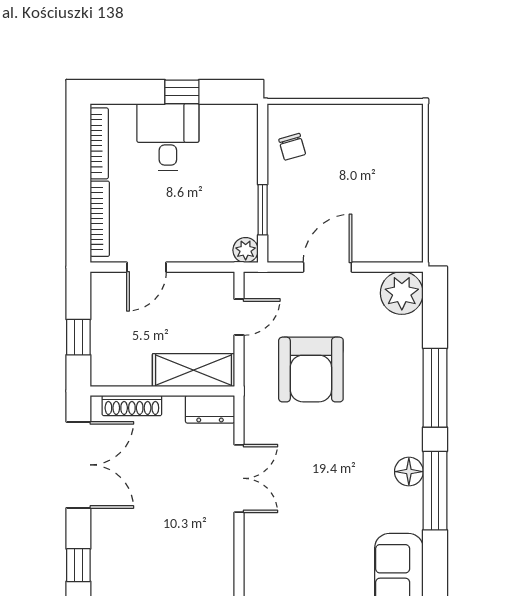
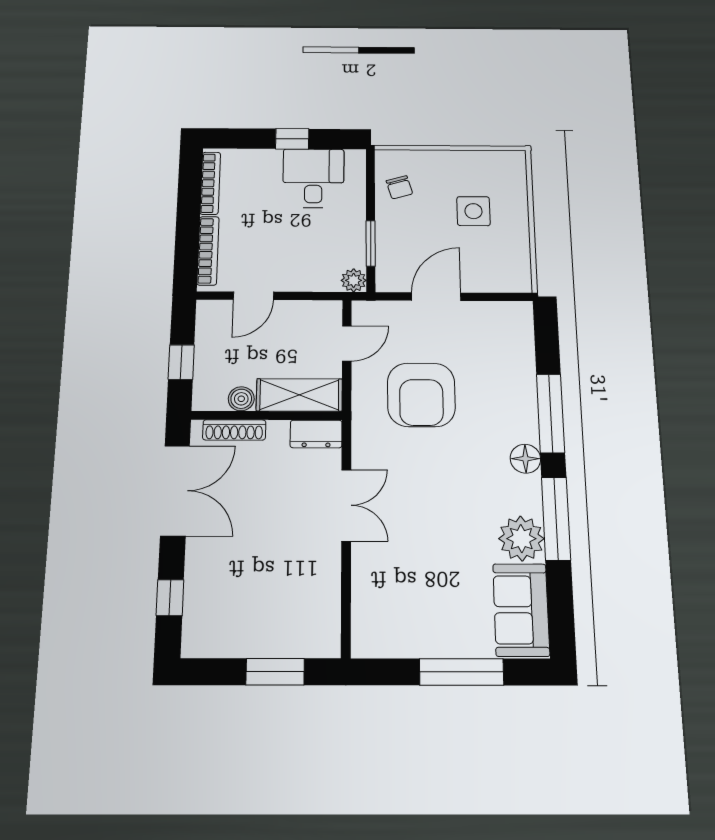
desk: (168, 137) -> (313, 178), moved
side table: (367, 173) -> (473, 211), added
plant: (402, 293) -> (521, 539), moved
boiler: (138, 374) -> (241, 399), added
floor lamp: (409, 472) -> (525, 459), moved

